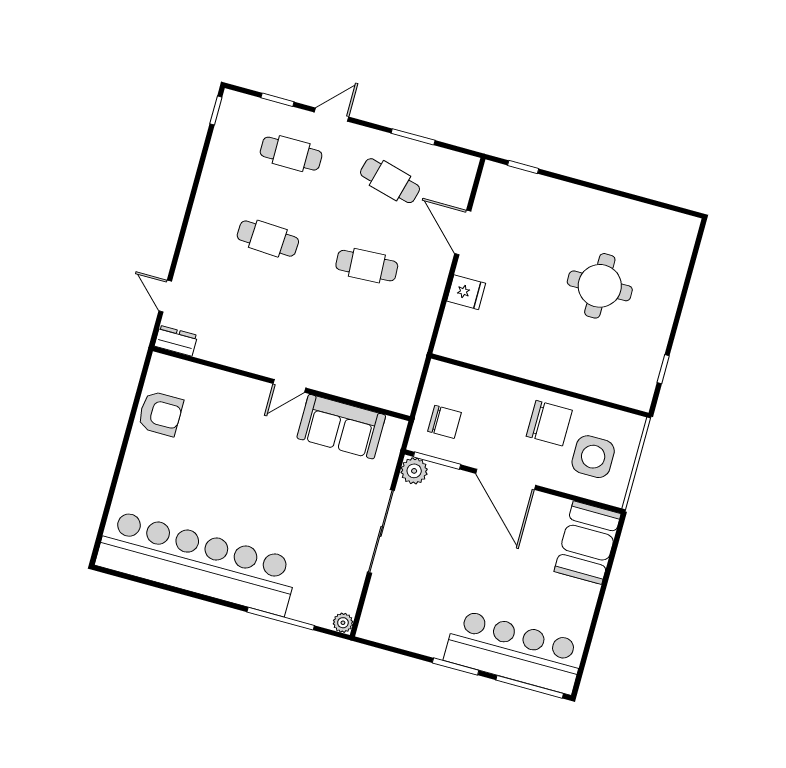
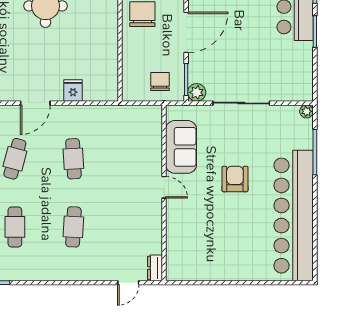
armchair: (160, 414) -> (235, 179), moved

